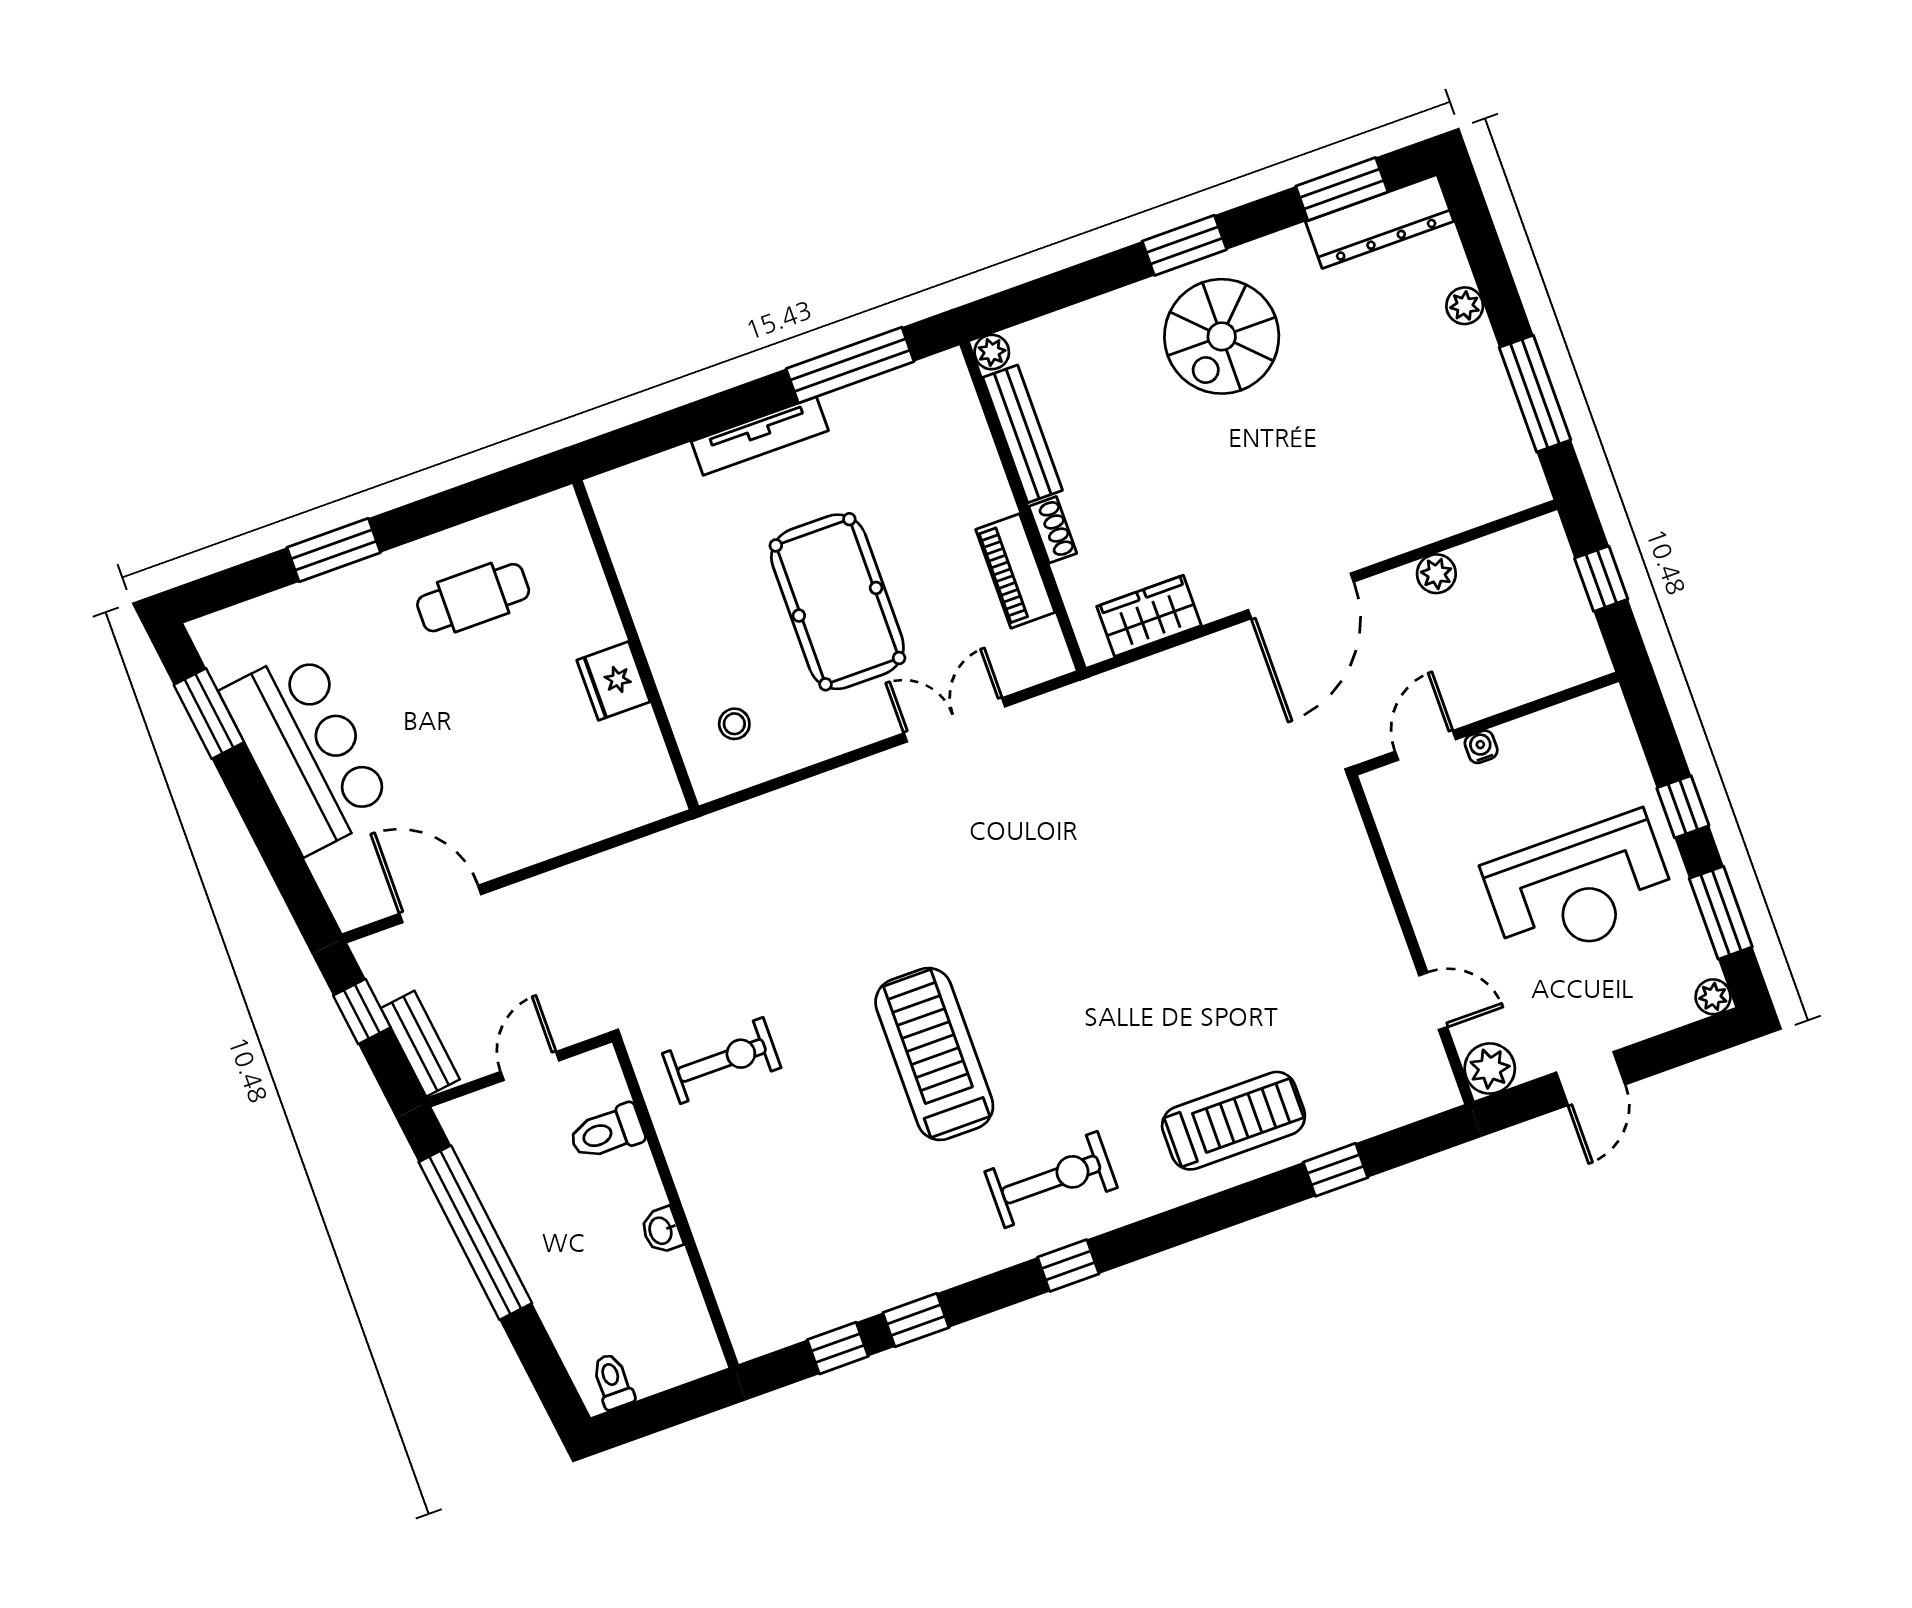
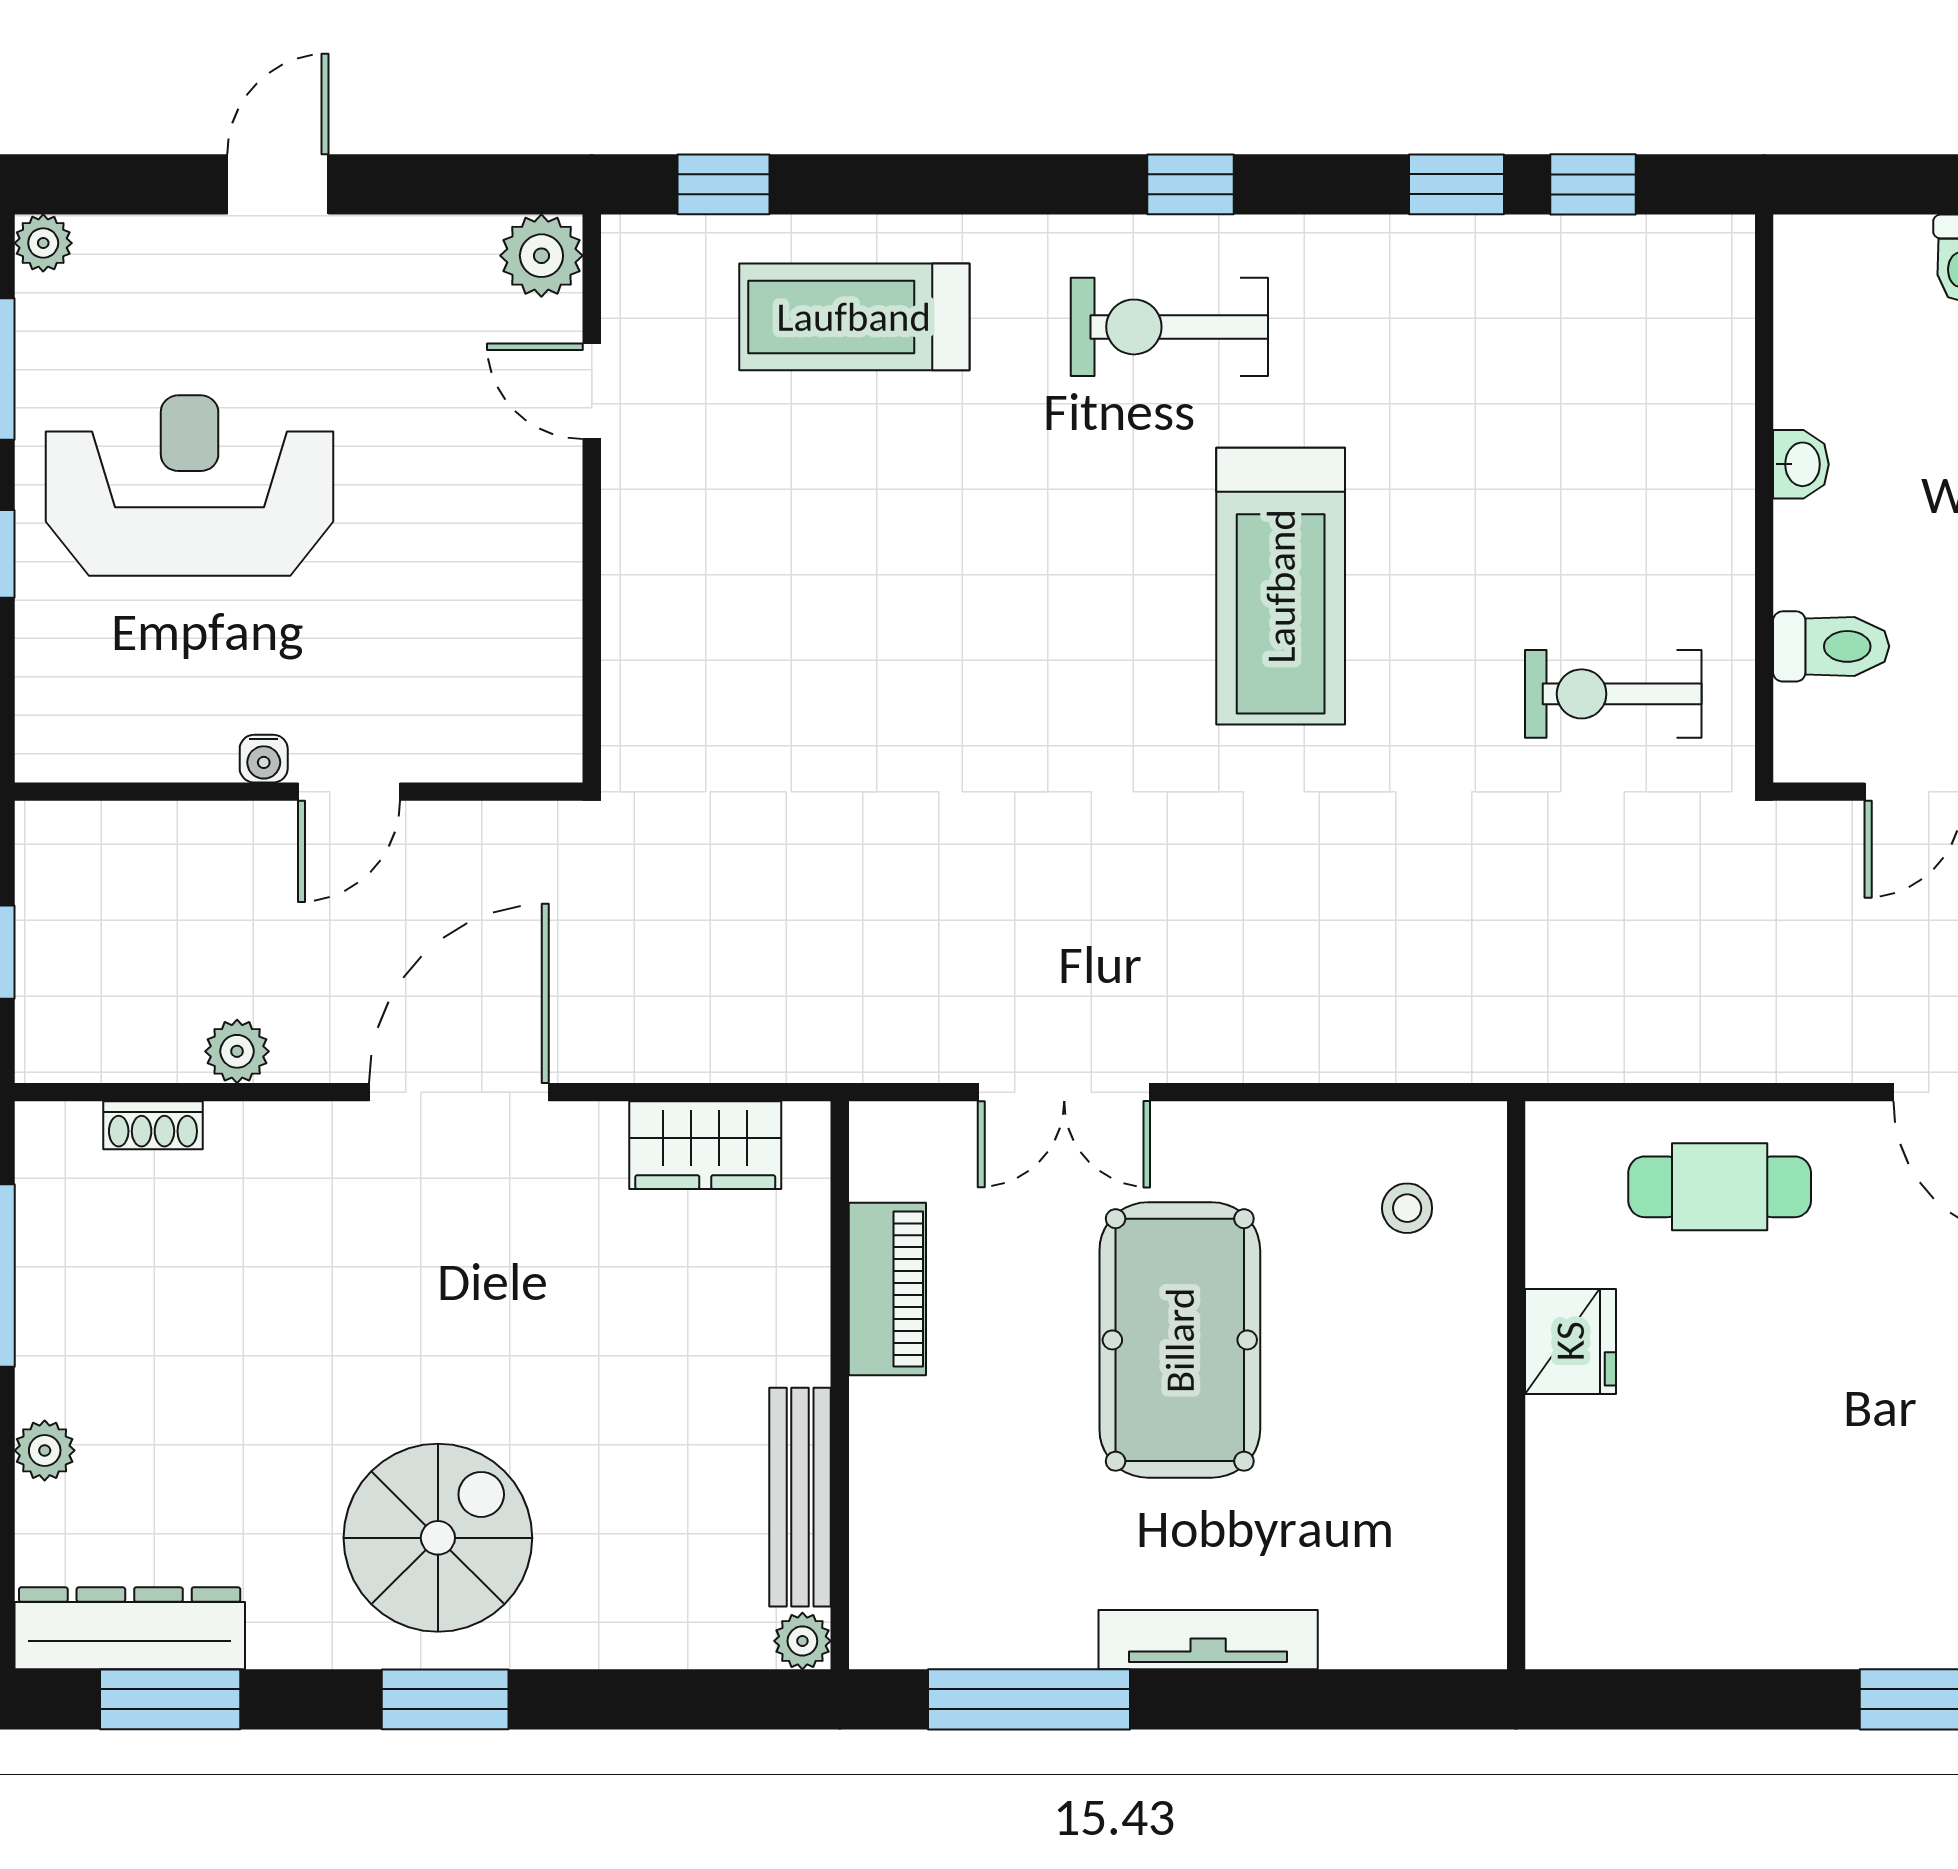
shoe rack: (1053, 530) -> (153, 1125), moved, turned -90
cafe table: (473, 598) -> (1720, 1187), moved
wall: (1411, 940) -> (592, 498), moved
door: (1433, 1001) -> (592, 391), moved
plant: (1490, 1069) -> (541, 256), moved

